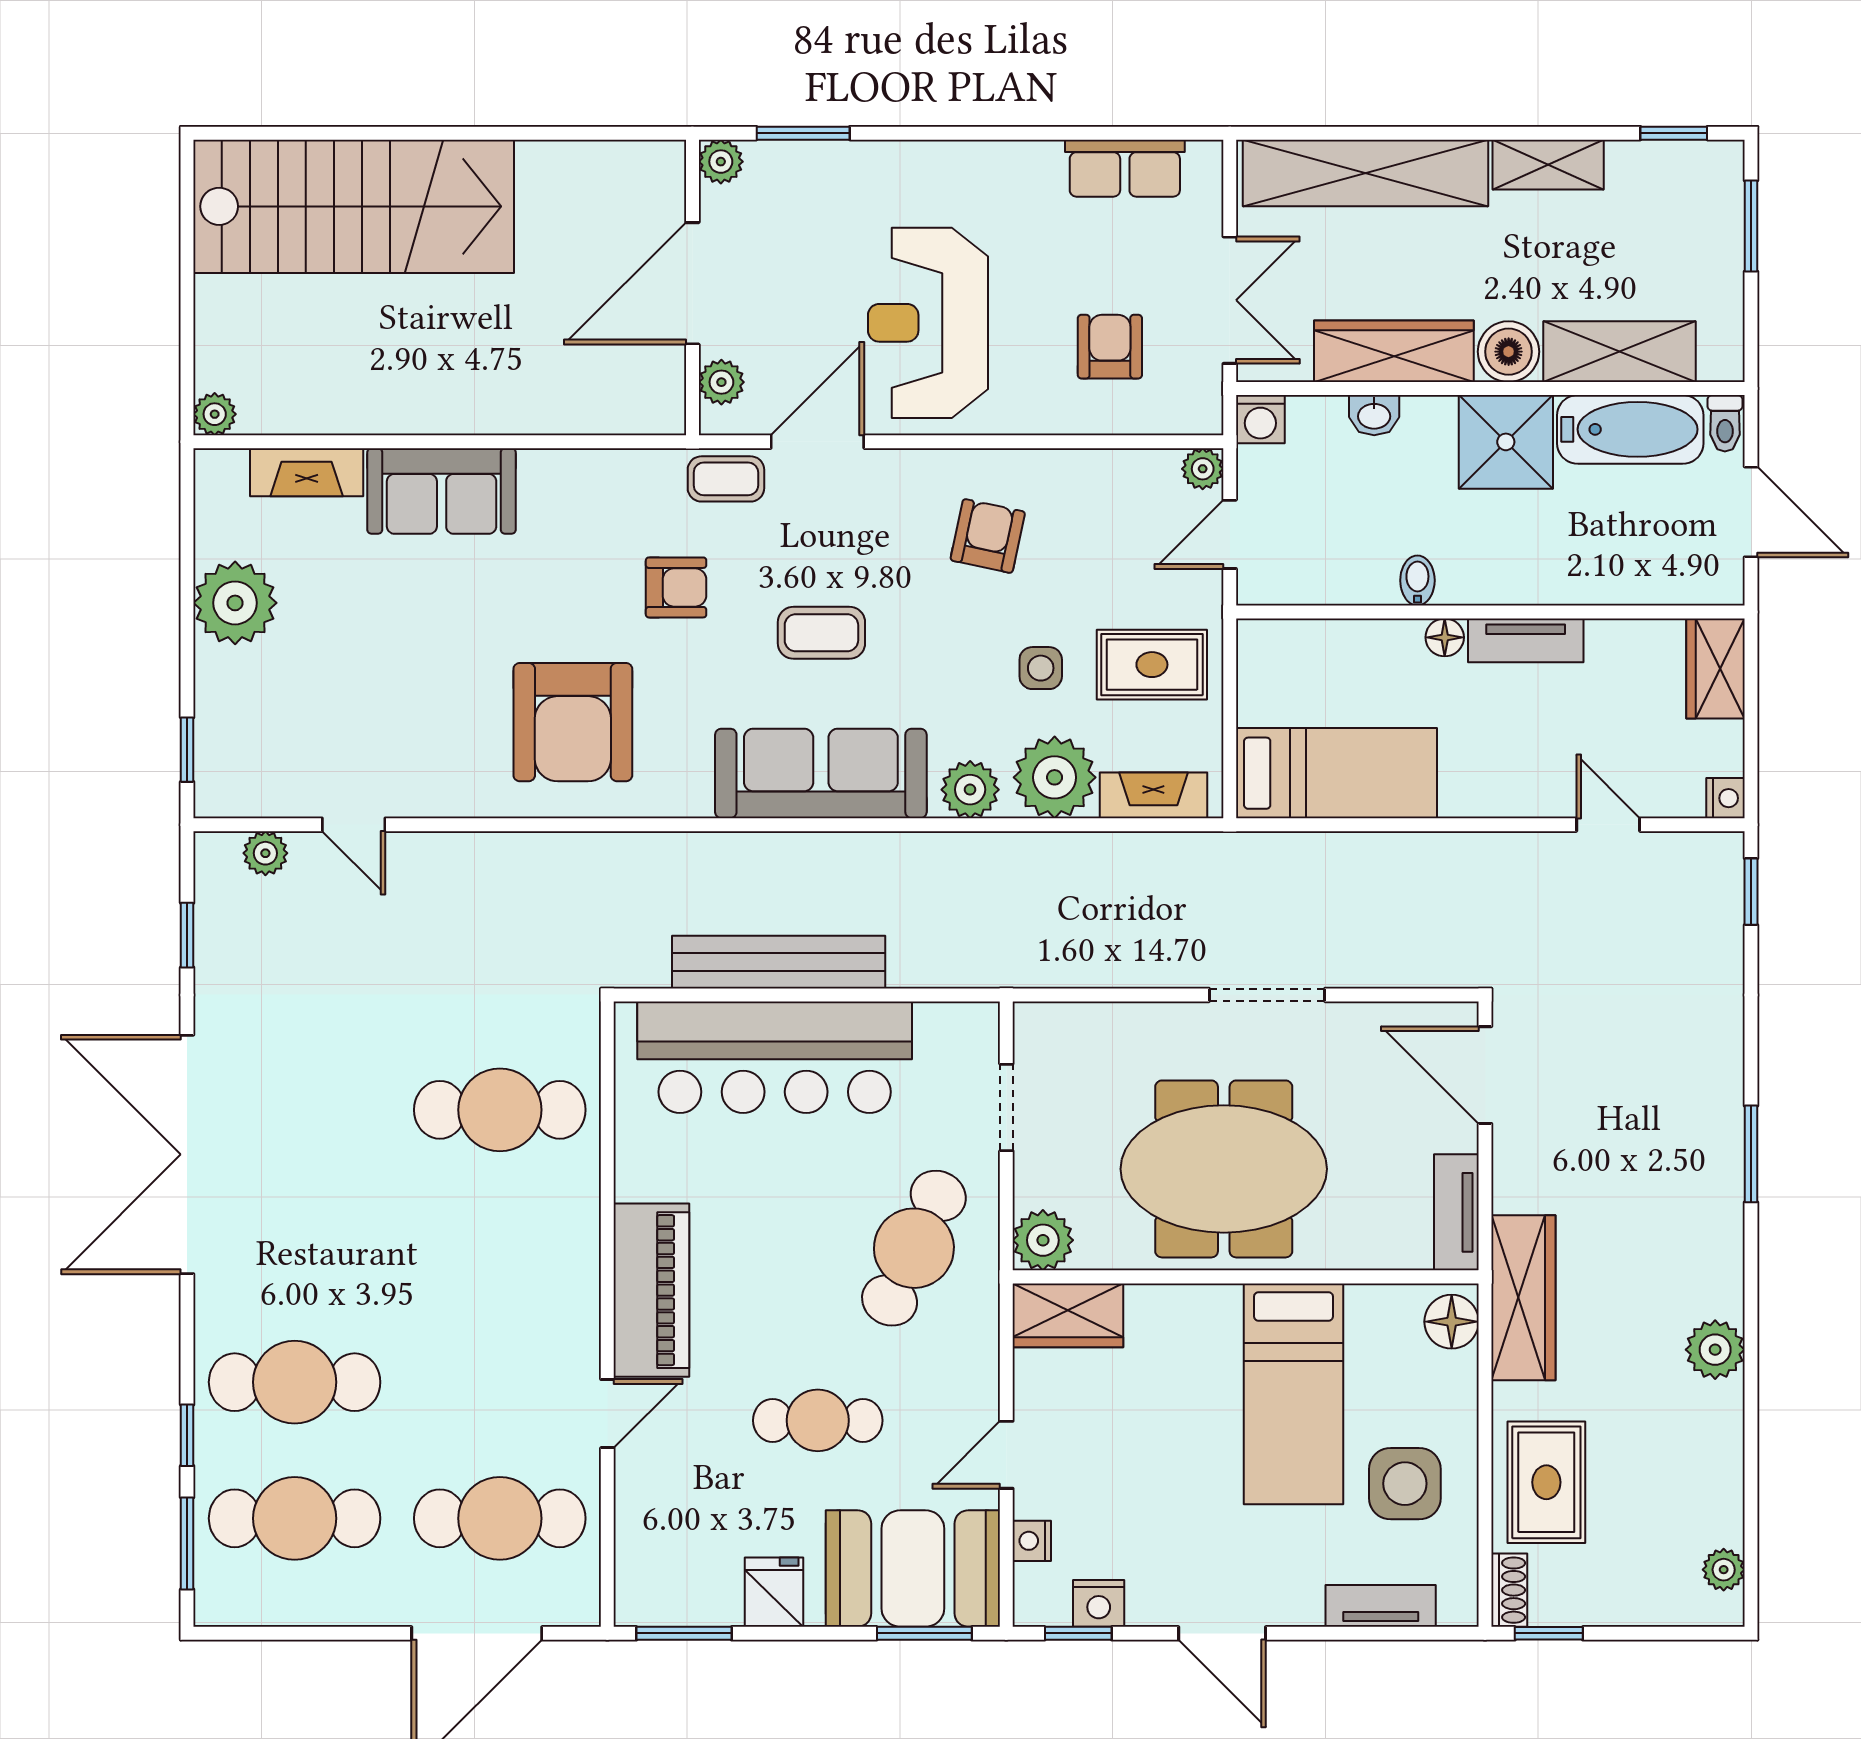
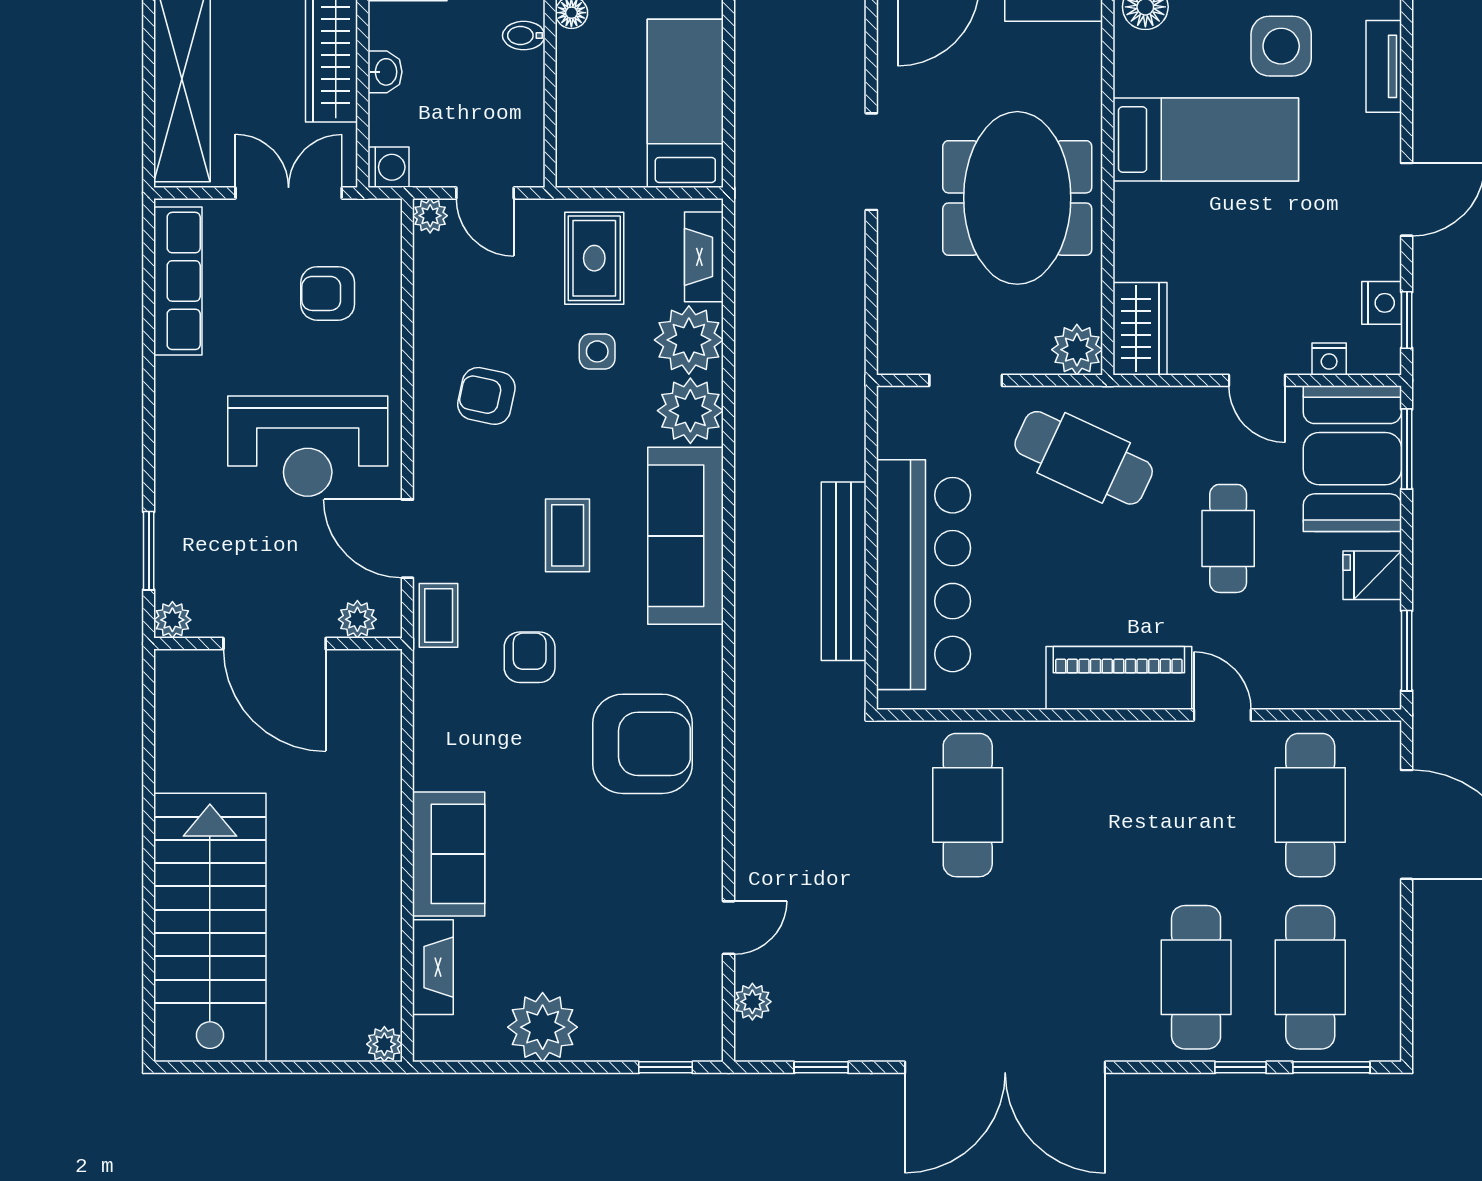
row of seats: (1125, 168) -> (178, 281), width x1.48
plant: (970, 790) -> (690, 411), width x1.36, depth x1.36

